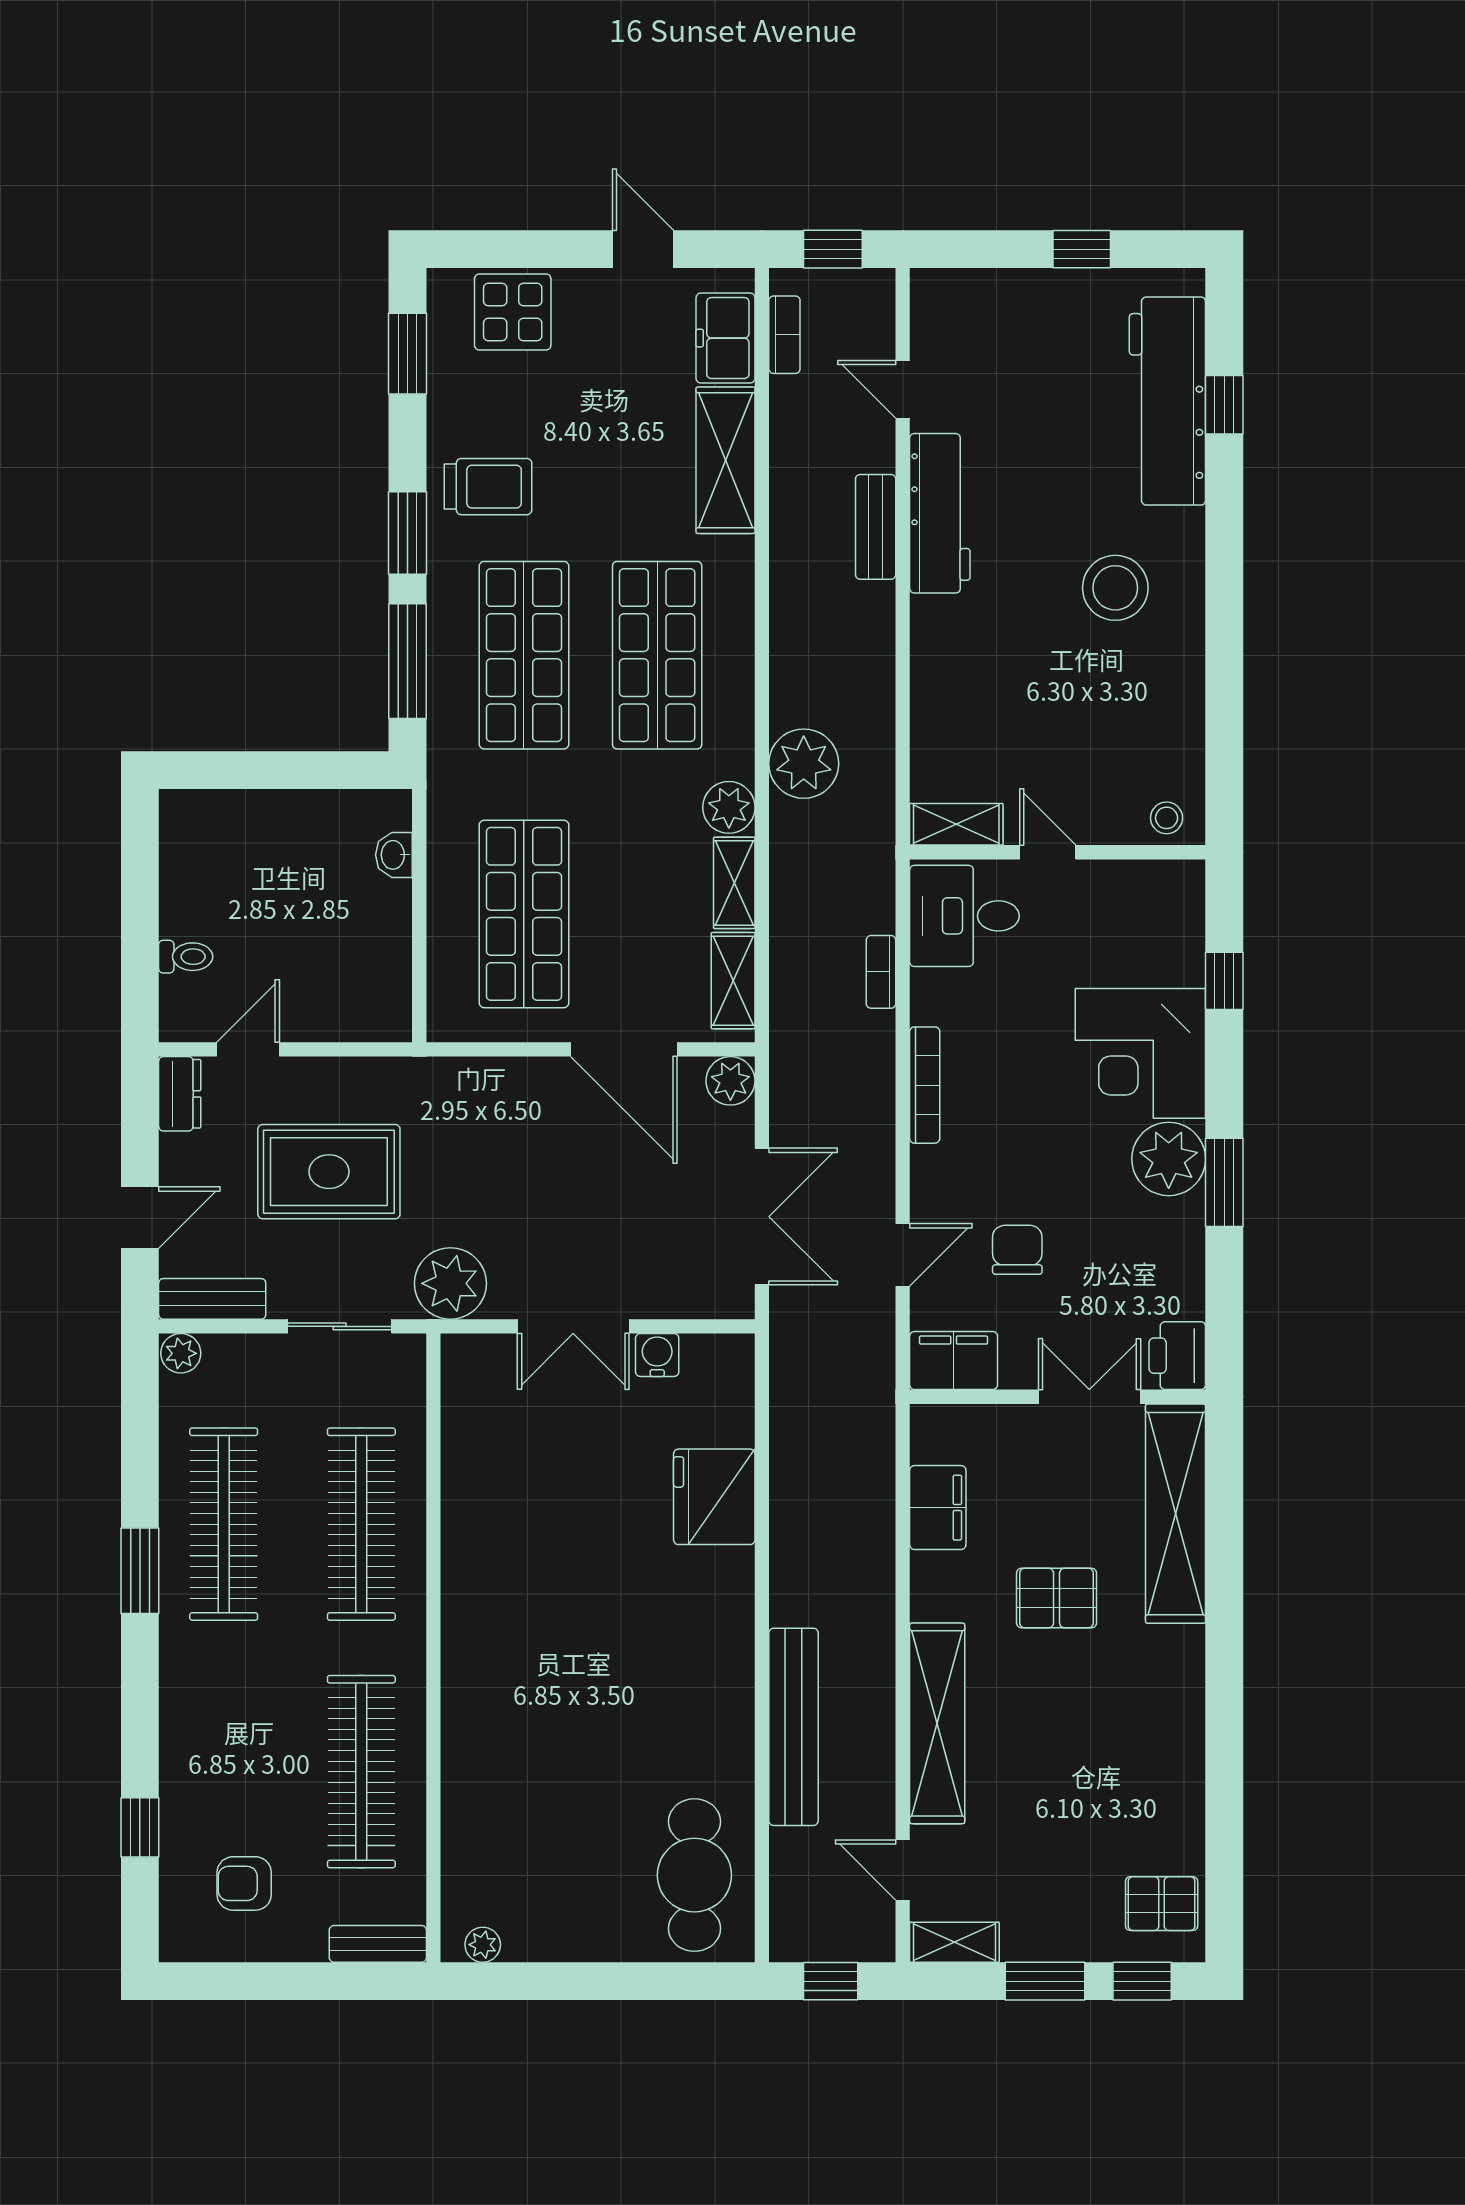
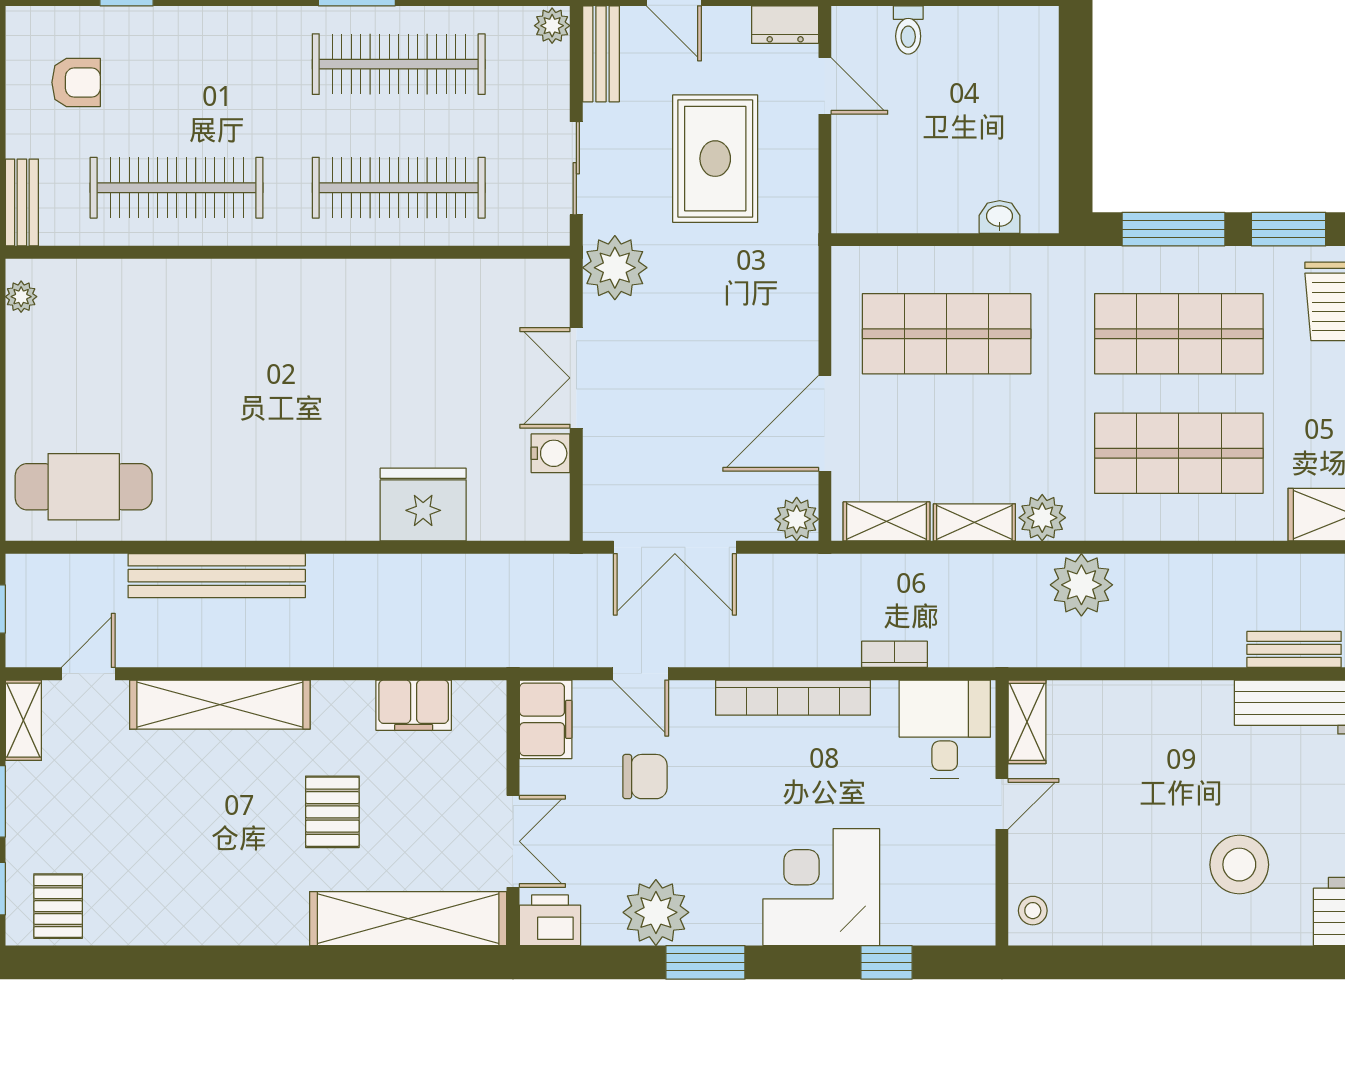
bookcase: (925, 1085) -> (793, 698), width x1.48, depth x1.31
plant: (1169, 1159) -> (656, 912), moved
armchair: (244, 1883) -> (76, 82), turned 90

